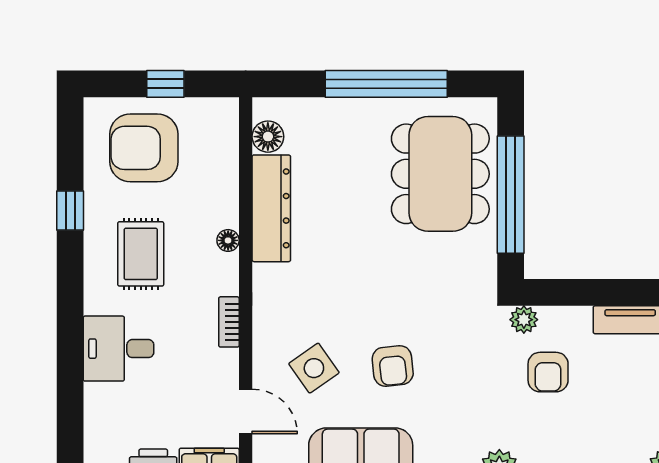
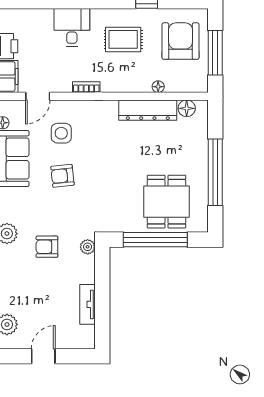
window: (165, 84) -> (215, 53), width x2.17
dining table: (440, 174) -> (166, 202), width x0.73
floor lamp: (228, 240) -> (158, 87), moved
side table: (314, 368) -> (61, 133), turned 35
armchair: (548, 372) -> (47, 247), moved

